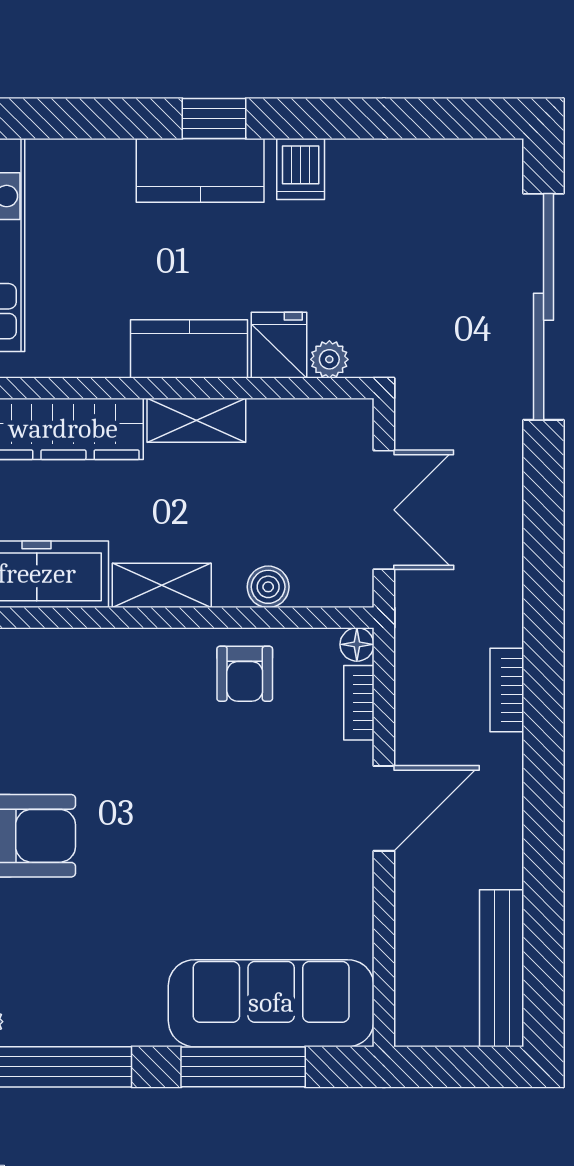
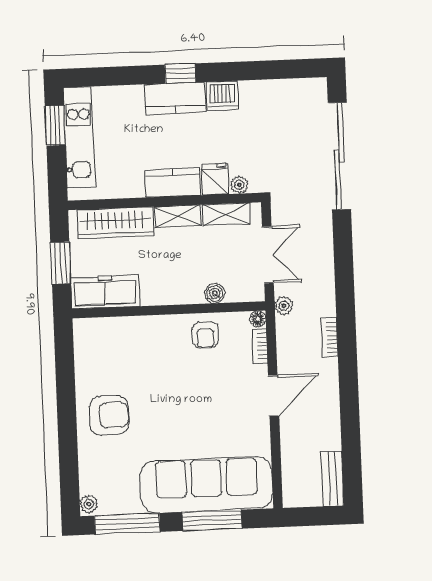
dishwasher: (301, 169) -> (222, 96), width x1.38
shelving: (162, 585) -> (226, 214), moved
plant: (413, 619) -> (284, 306), added
bench: (502, 968) -> (333, 479), width x0.73
sofa: (271, 1003) -> (206, 485), width x1.36, depth x1.27

